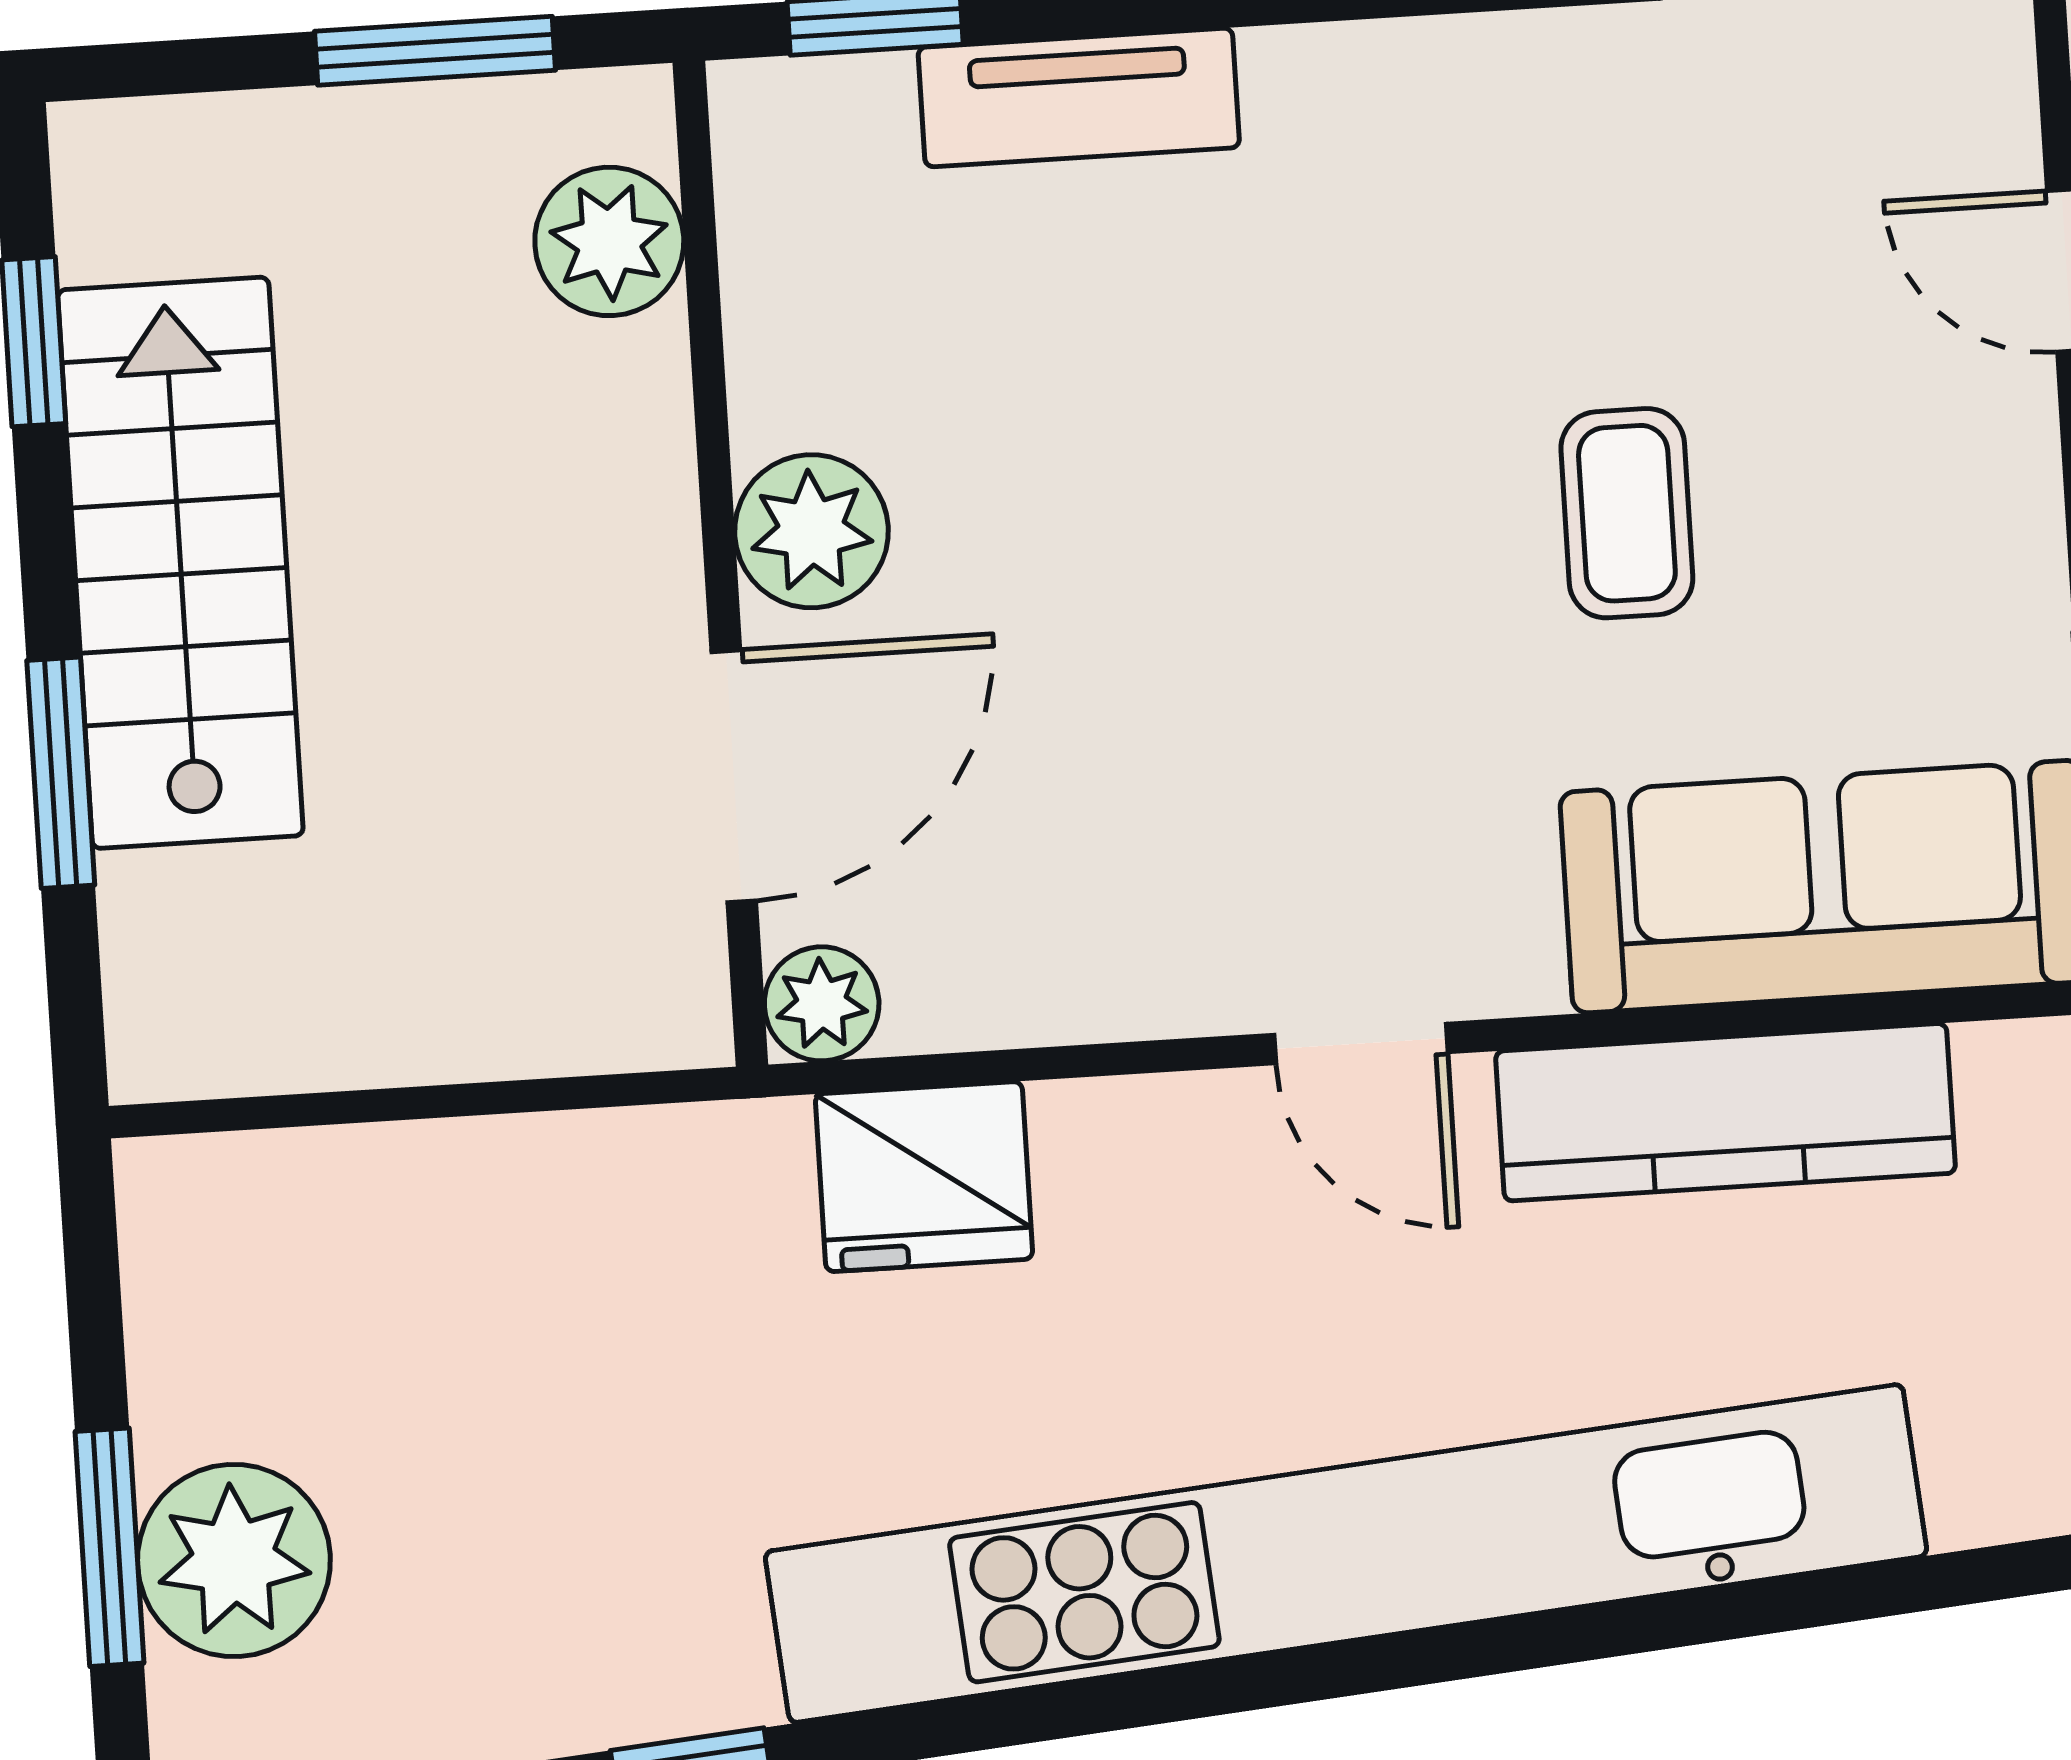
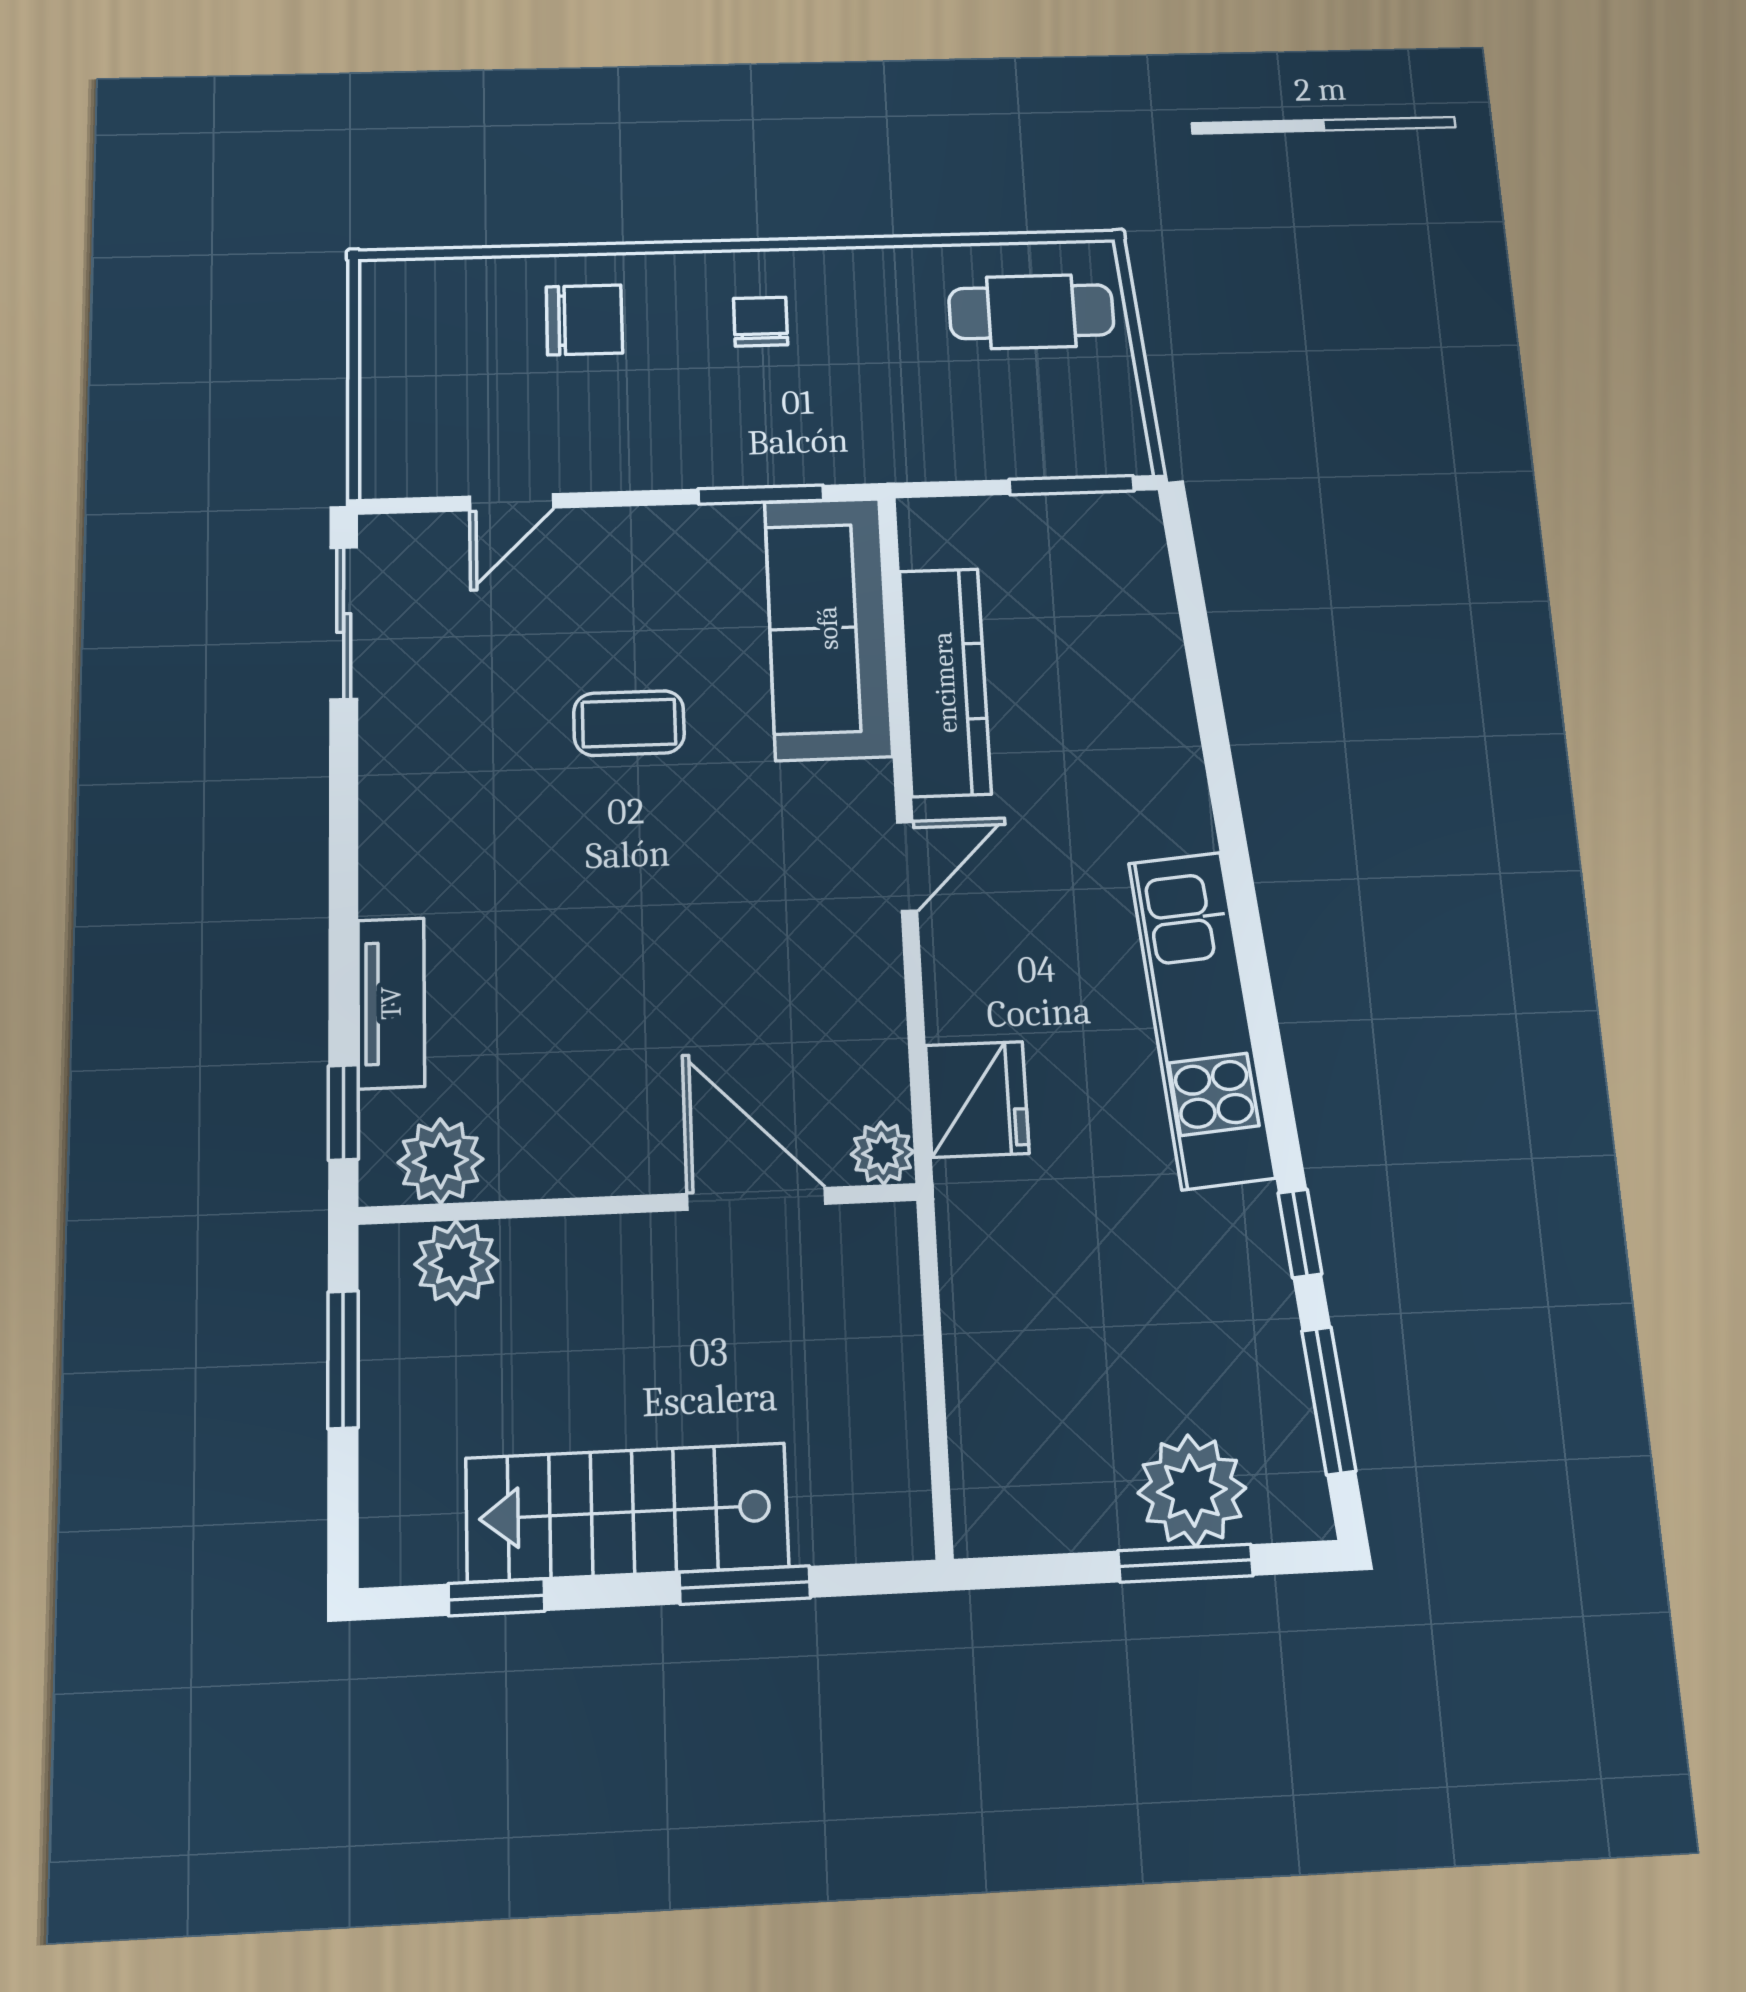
plant: (811, 531) -> (440, 1161), moved
kitchen unit: (1346, 1554) -> (1201, 1019), width x0.54

